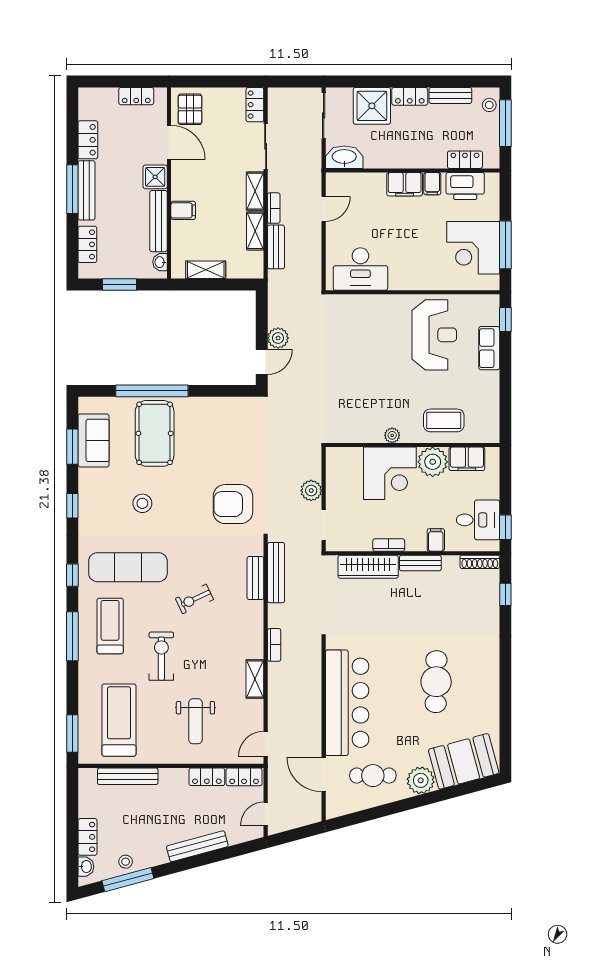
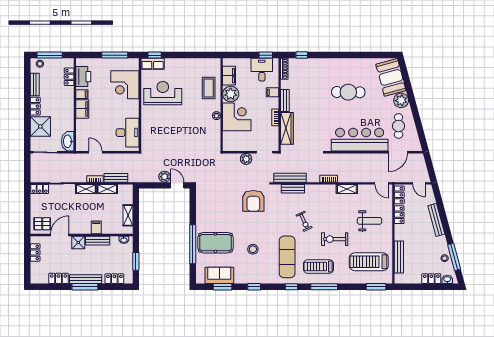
bench: (158, 221) -> (98, 241), width x0.73
corner desk: (473, 248) -> (125, 85), moved, turned 90
row of seats: (489, 348) -> (153, 64), moved

